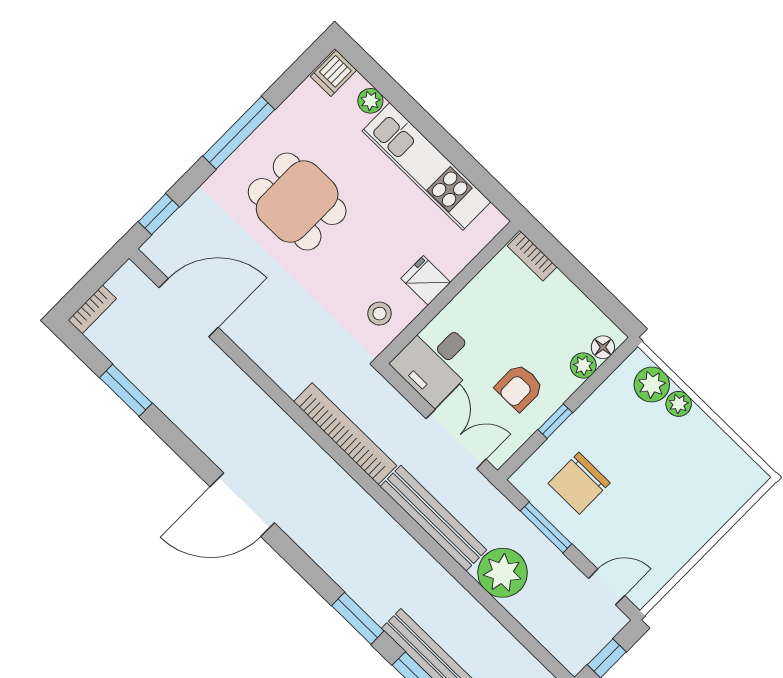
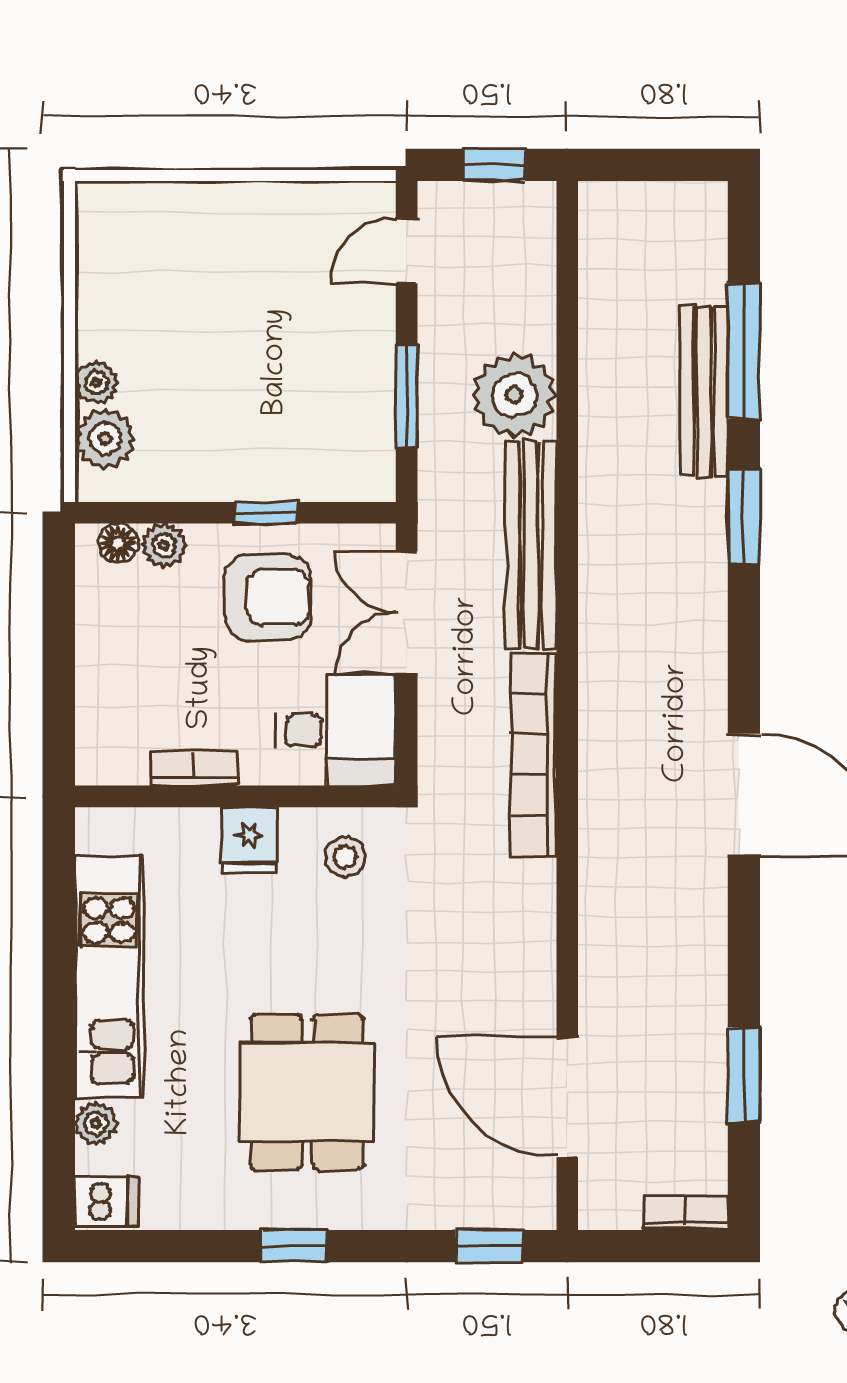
window: (239, 133) -> (293, 1246), width x0.46
bookcase: (532, 256) -> (194, 769), moved, turned -90
armchair: (519, 387) -> (268, 597), width x1.38, depth x1.38
chair: (579, 483) -> (313, 409), removed
door: (607, 587) -> (407, 251), hinge flipped

